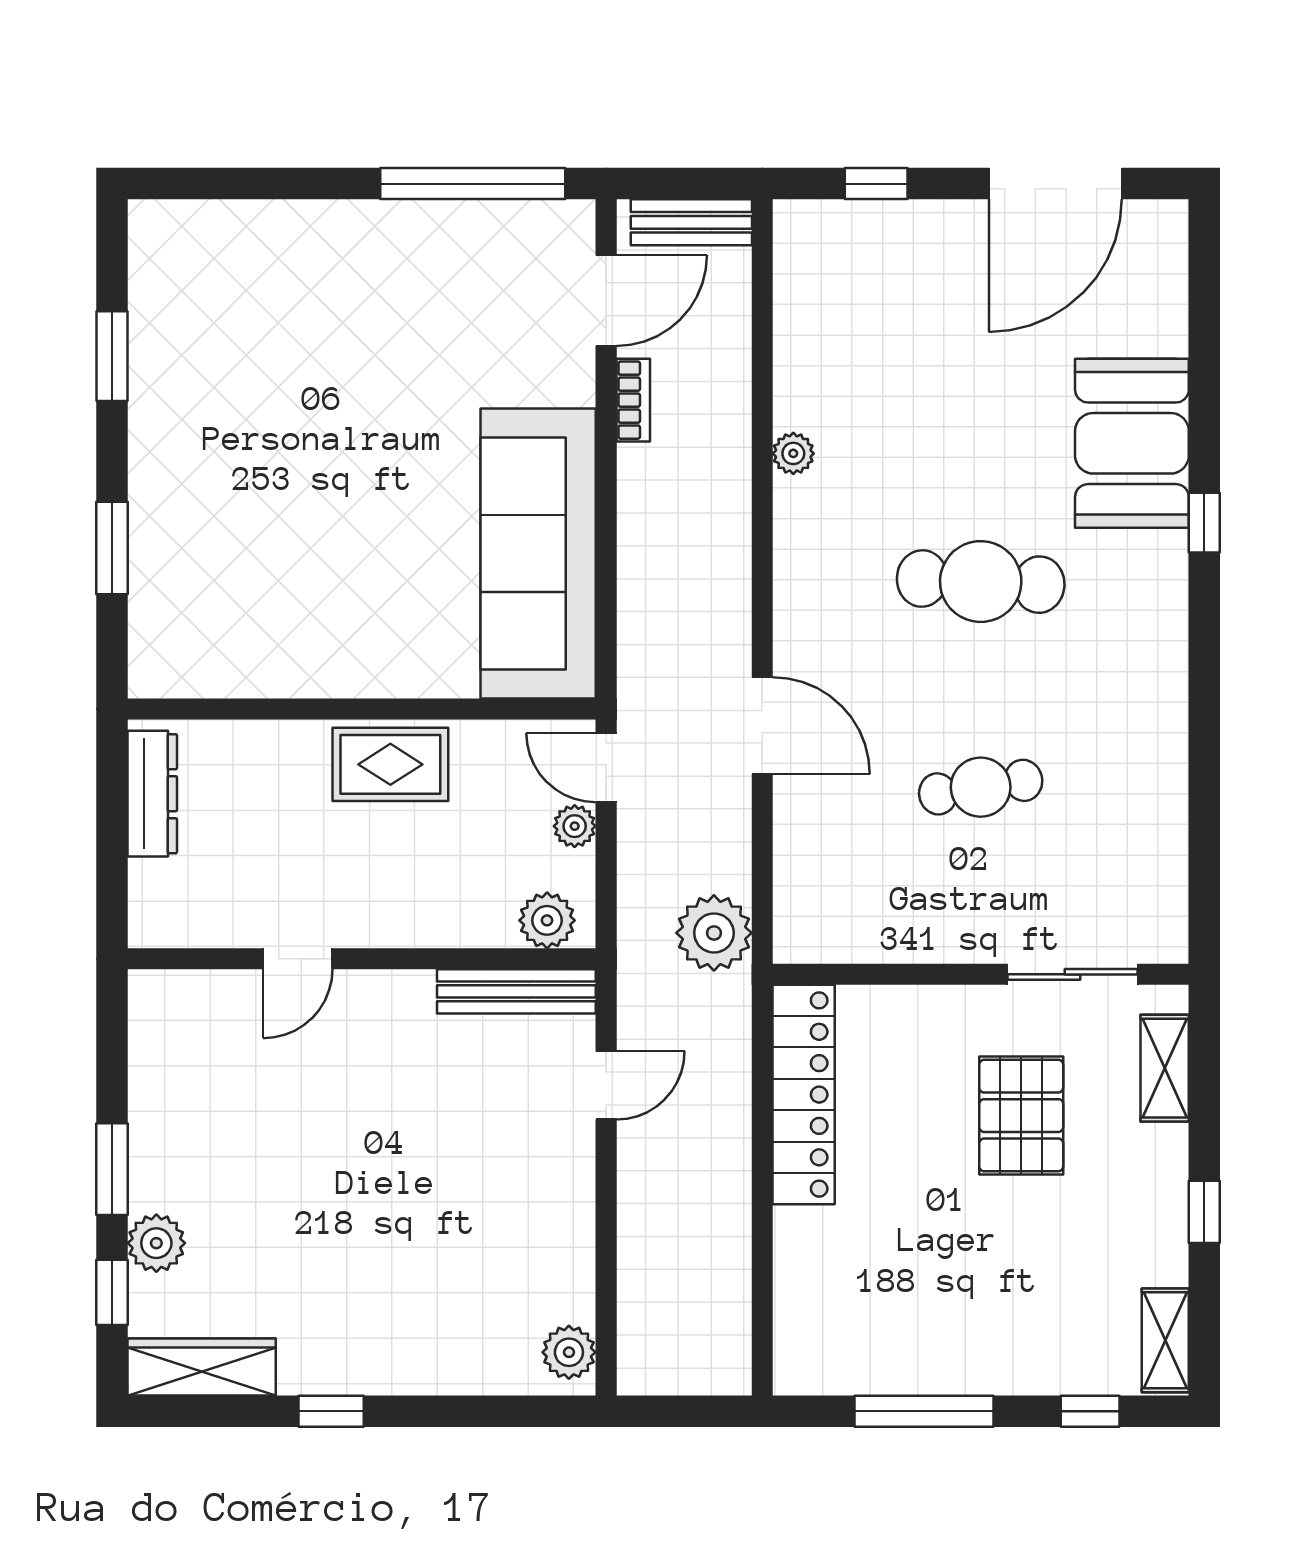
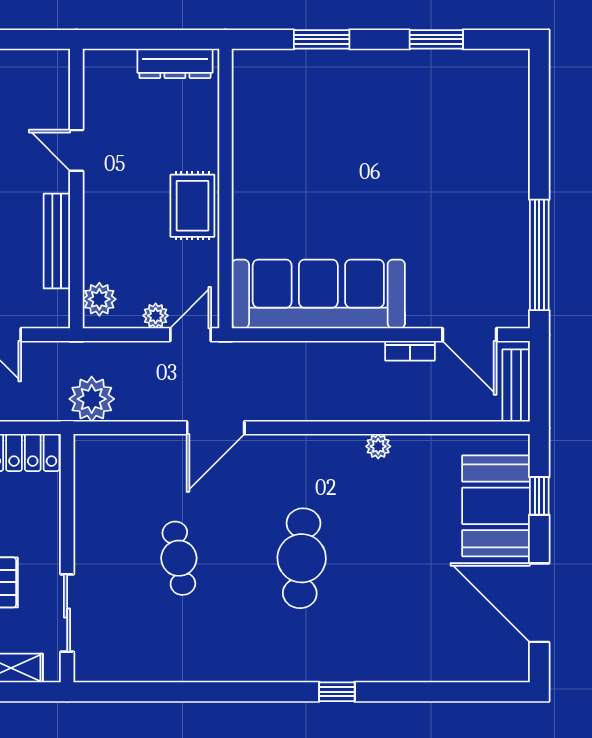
booth: (1132, 443) -> (496, 506), moved, turned 90
bench: (516, 991) -> (57, 241), moved

